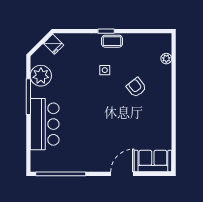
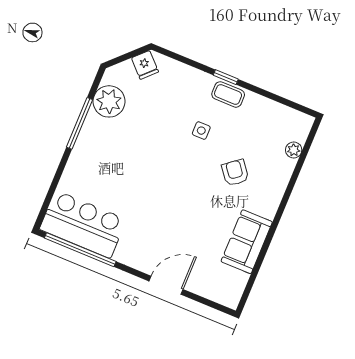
bar counter: (45, 124) -> (83, 224), moved, turned -90
sofa: (153, 161) -> (247, 242), moved, turned -90

